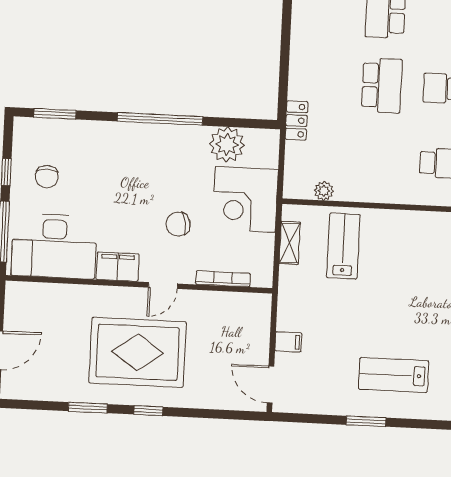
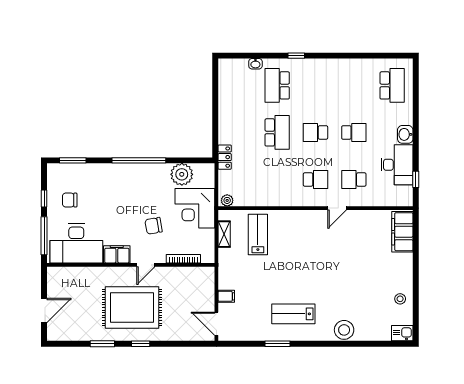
chair: (47, 177) -> (70, 200), turned 90
plant: (324, 191) -> (227, 200), moved

